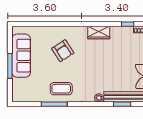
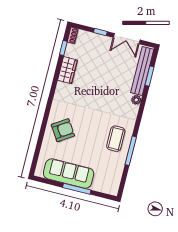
wardrobe: (99, 32) -> (67, 70), moved
armchair: (63, 51) -> (63, 130), moved

